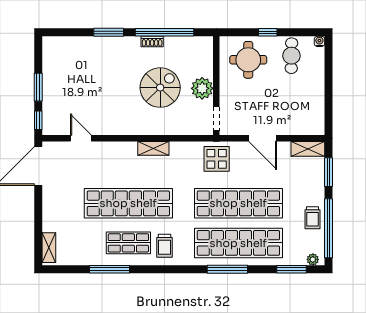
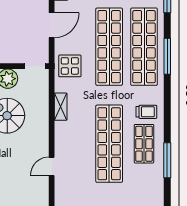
door: (81, 138) -> (52, 166), moved
shelving: (153, 148) -> (61, 107), moved

